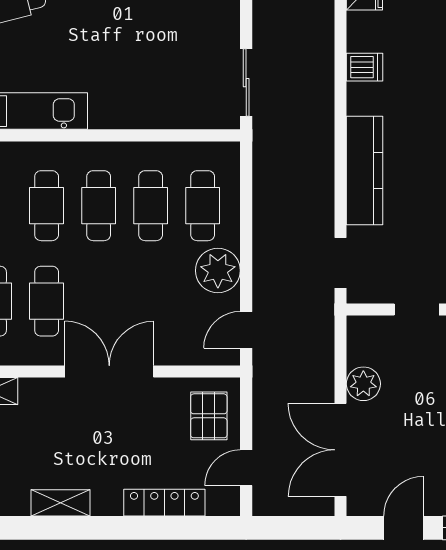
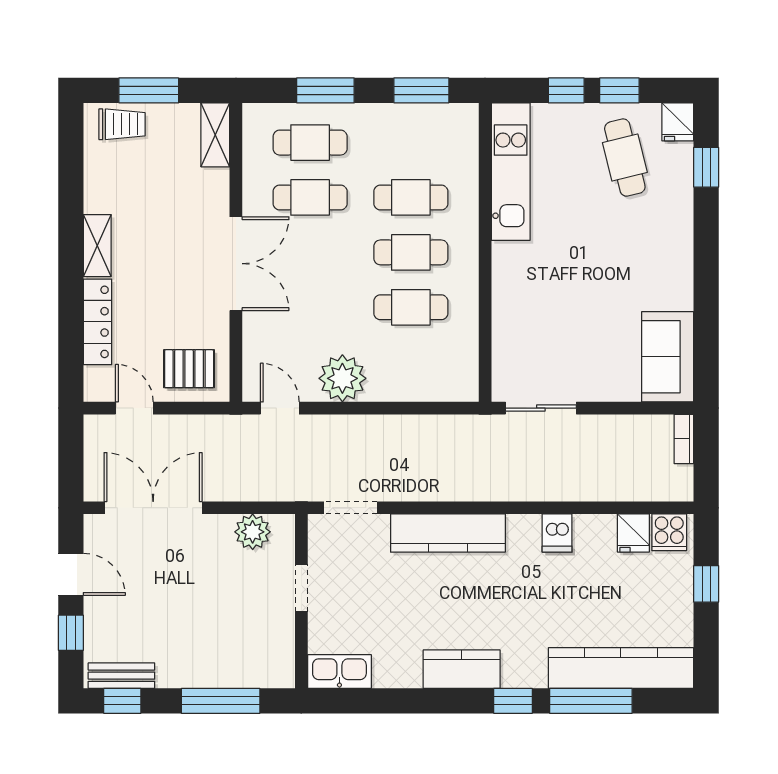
cafe table: (203, 206) -> (411, 362), removed
plant: (363, 384) -> (253, 532), moved
shelving: (61, 503) -> (97, 246), moved

